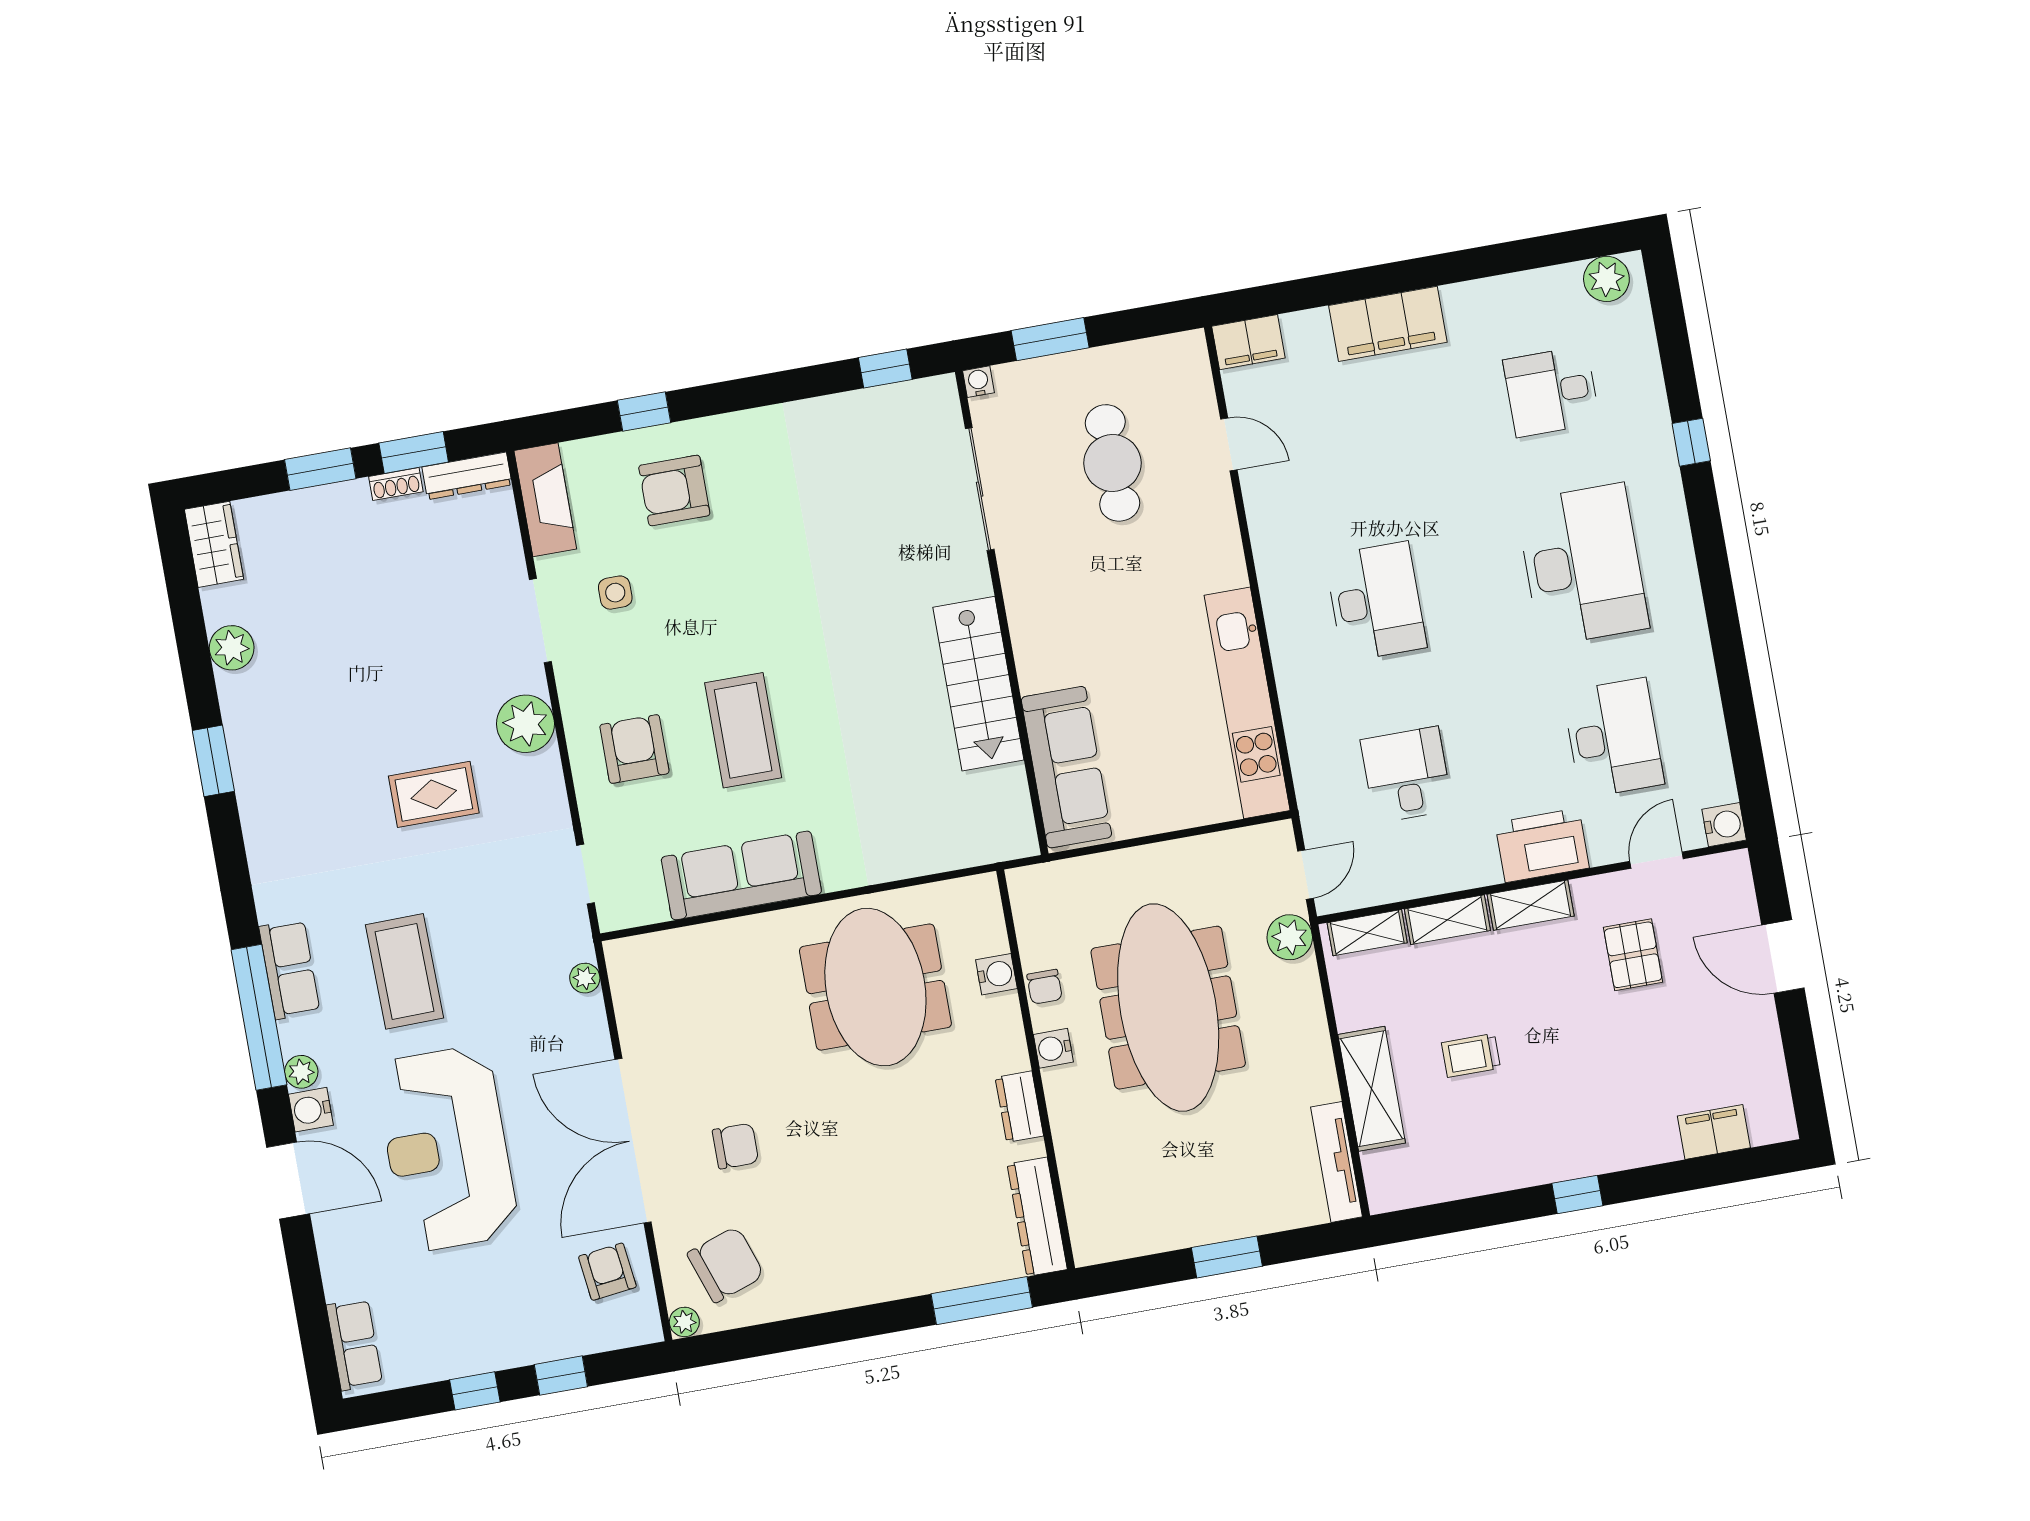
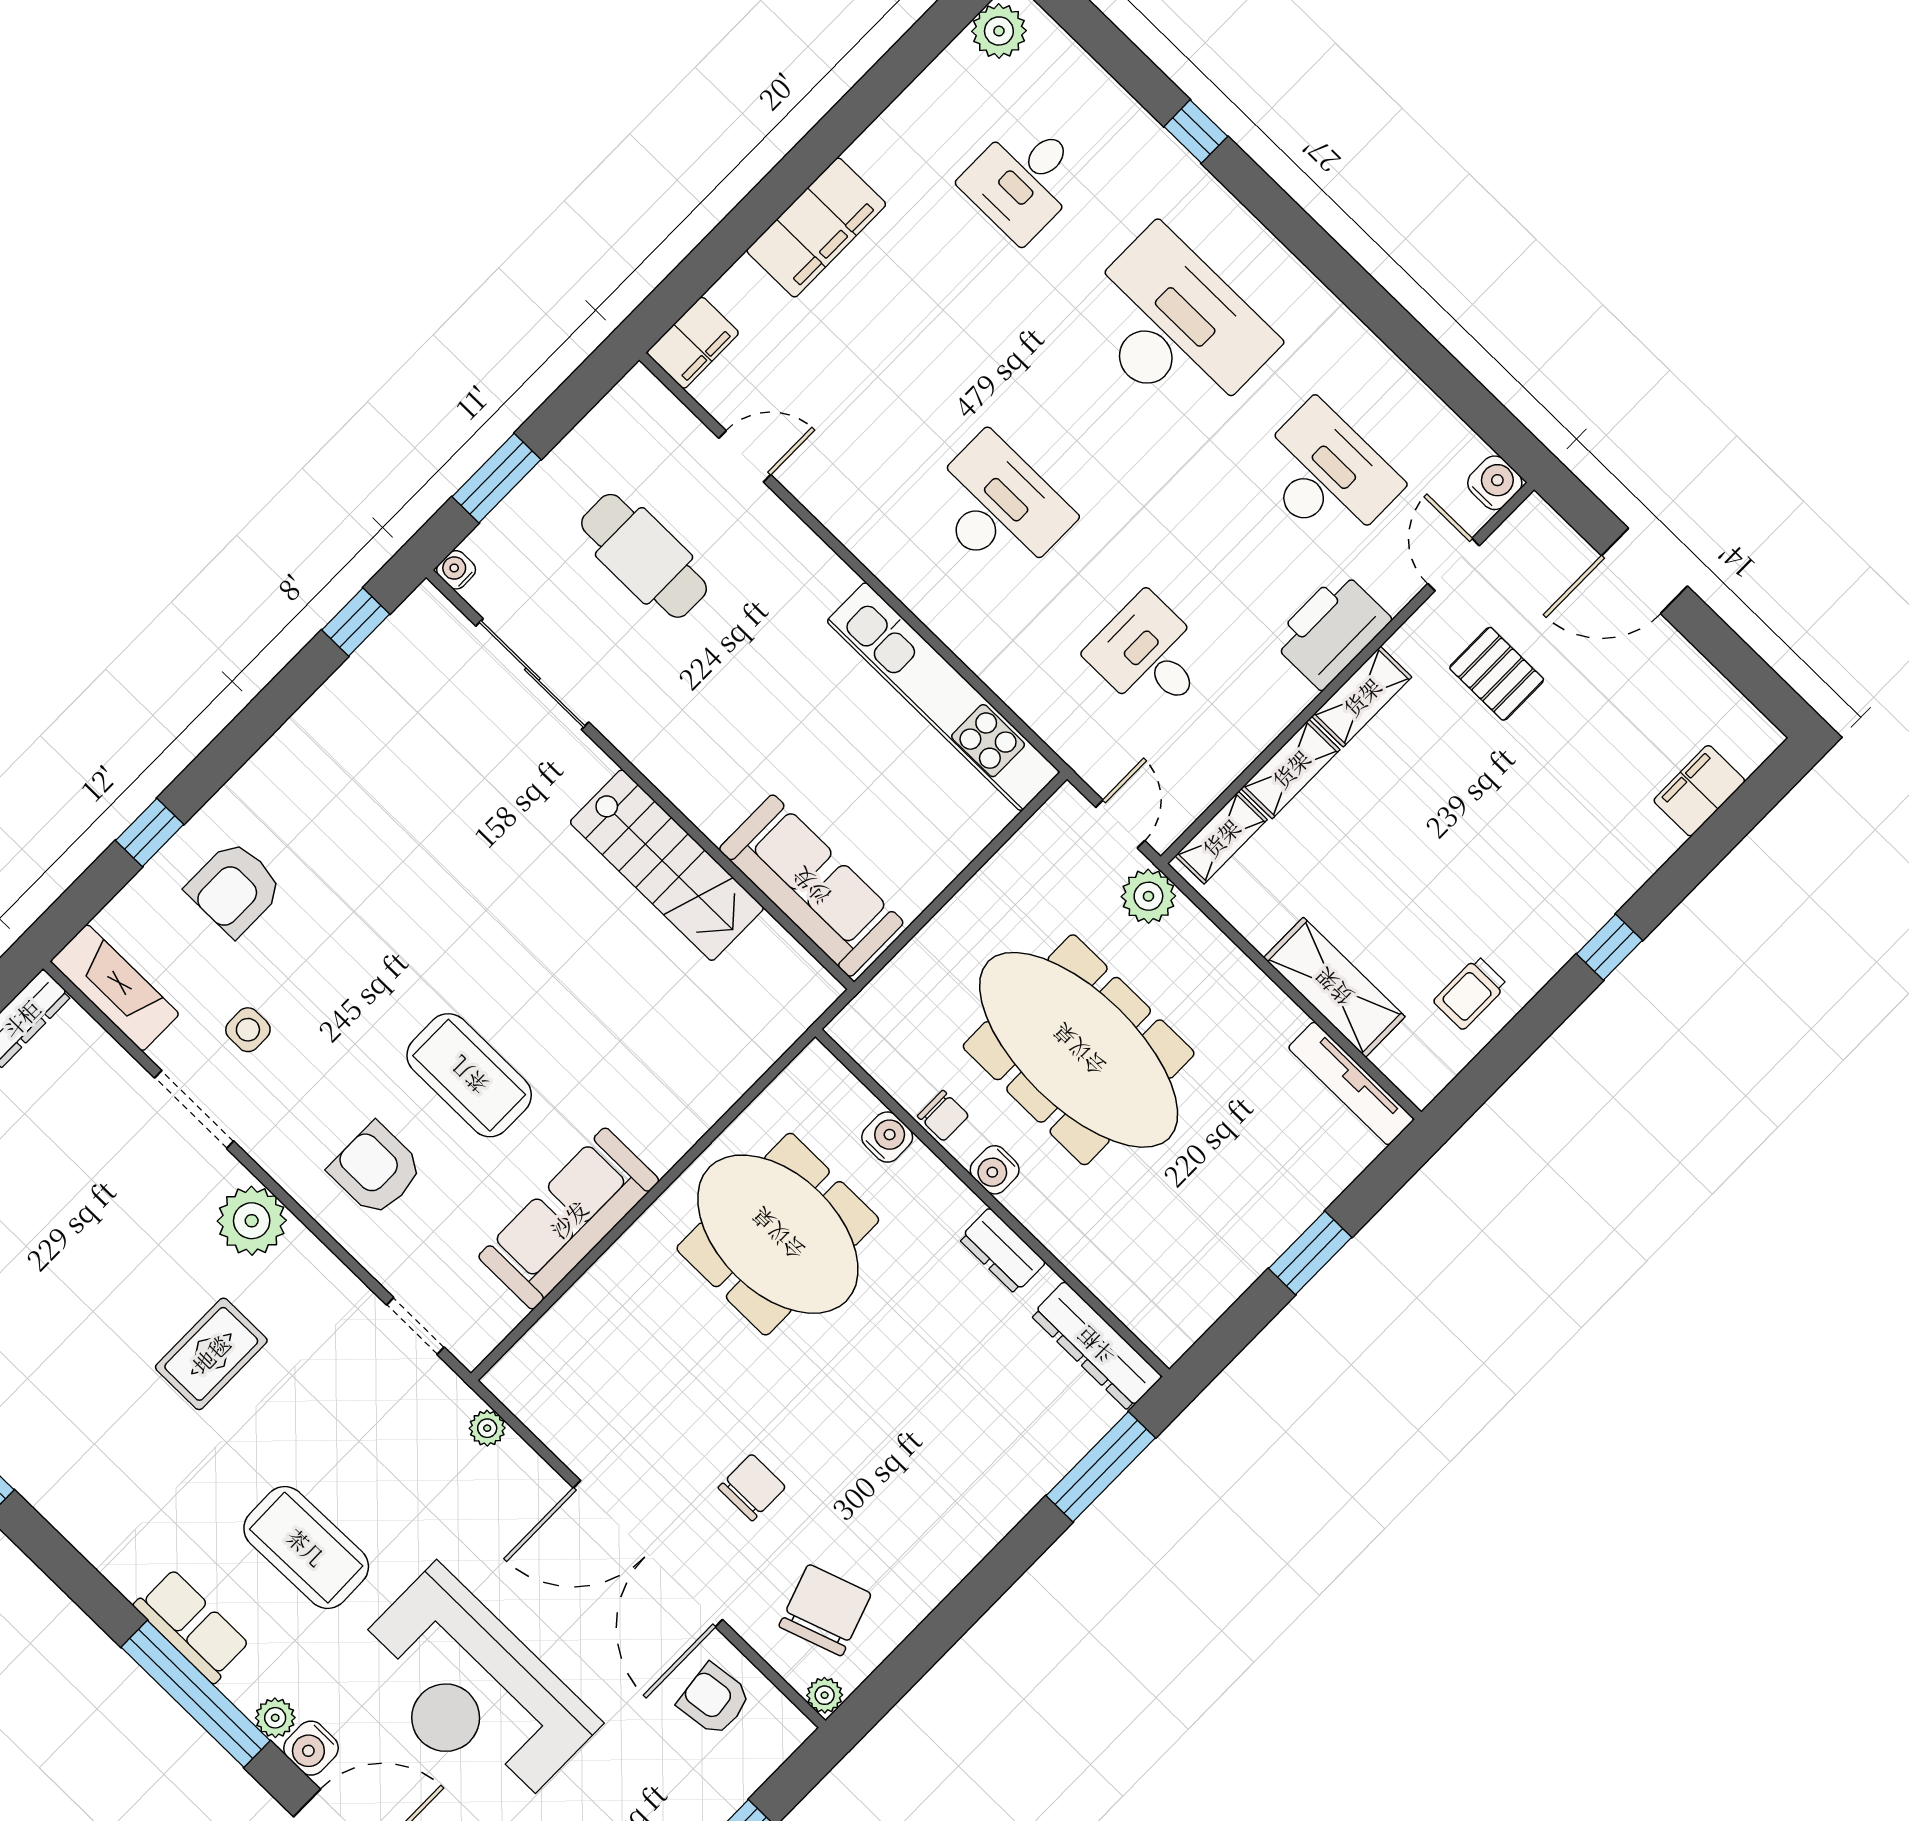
trolley: (1471, 1055) -> (1470, 993), moved

